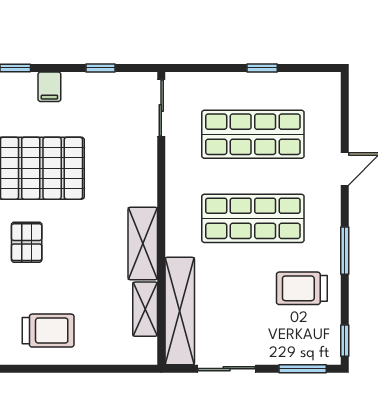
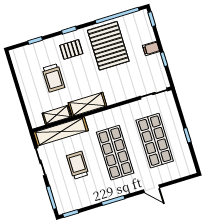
filing cabinet: (49, 87) -> (151, 48), moved
trolley: (302, 288) -> (78, 165), moved
trolley: (48, 331) -> (53, 78), moved

